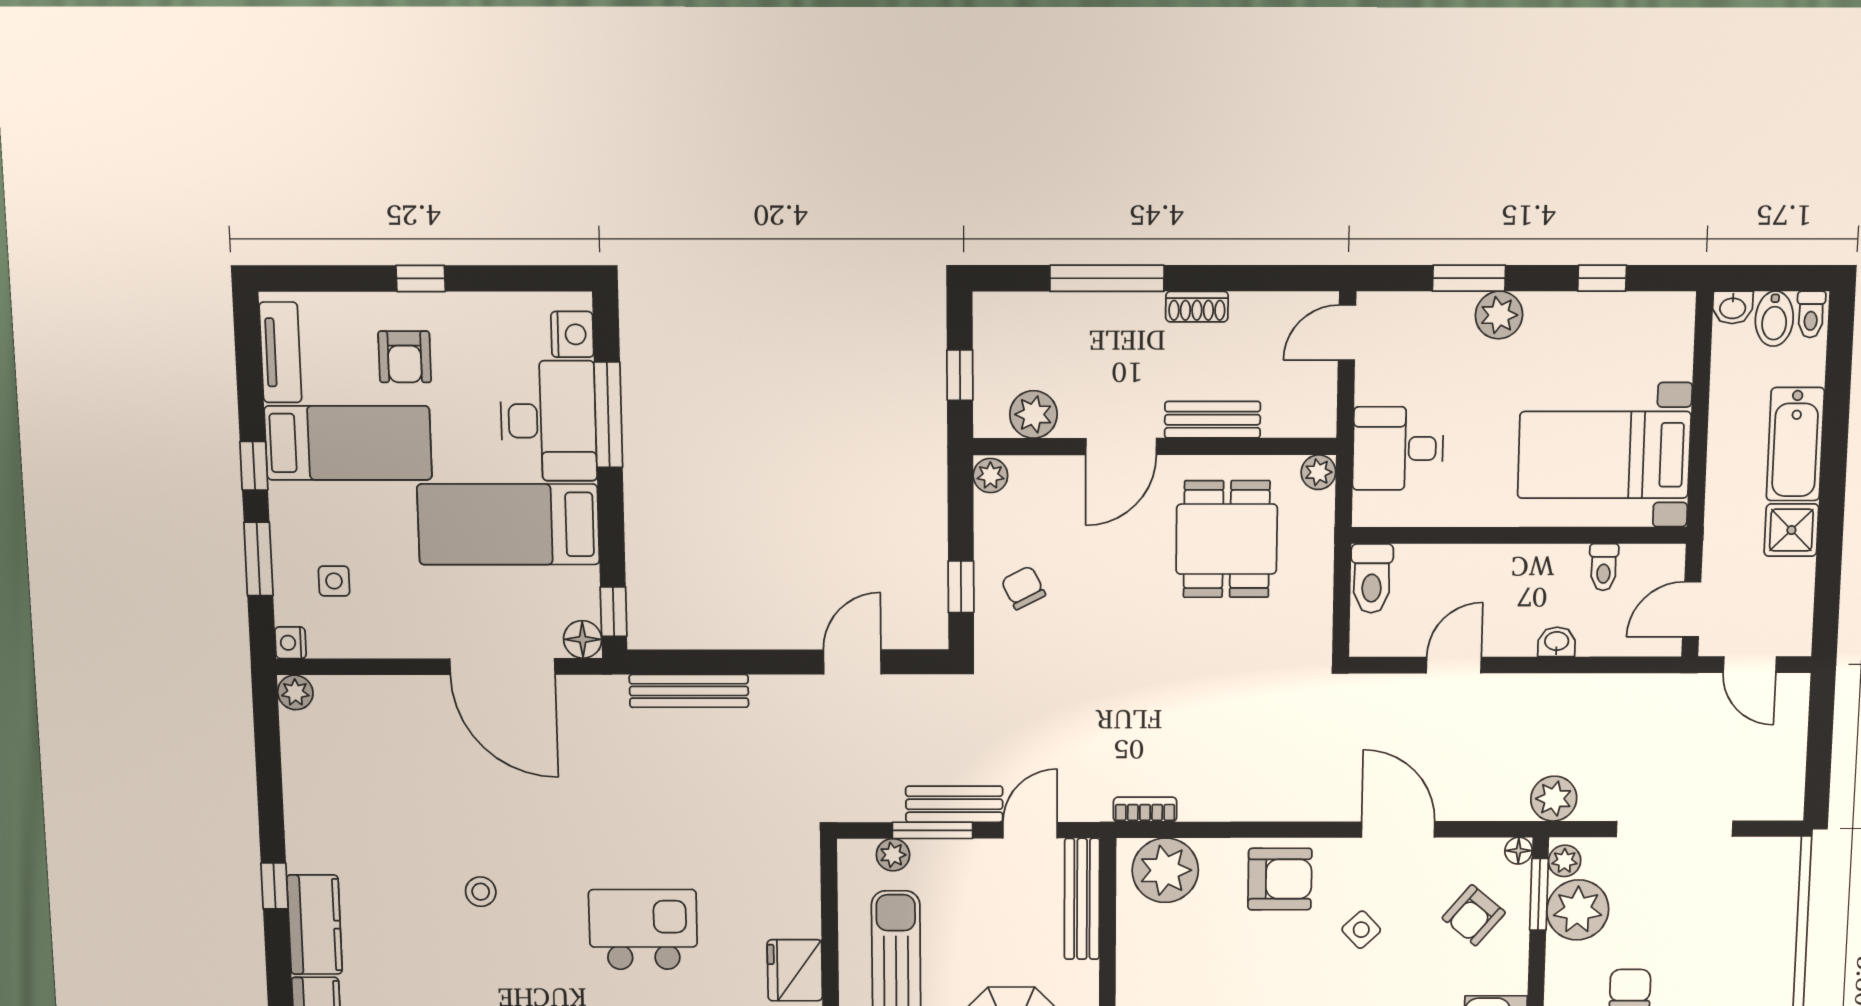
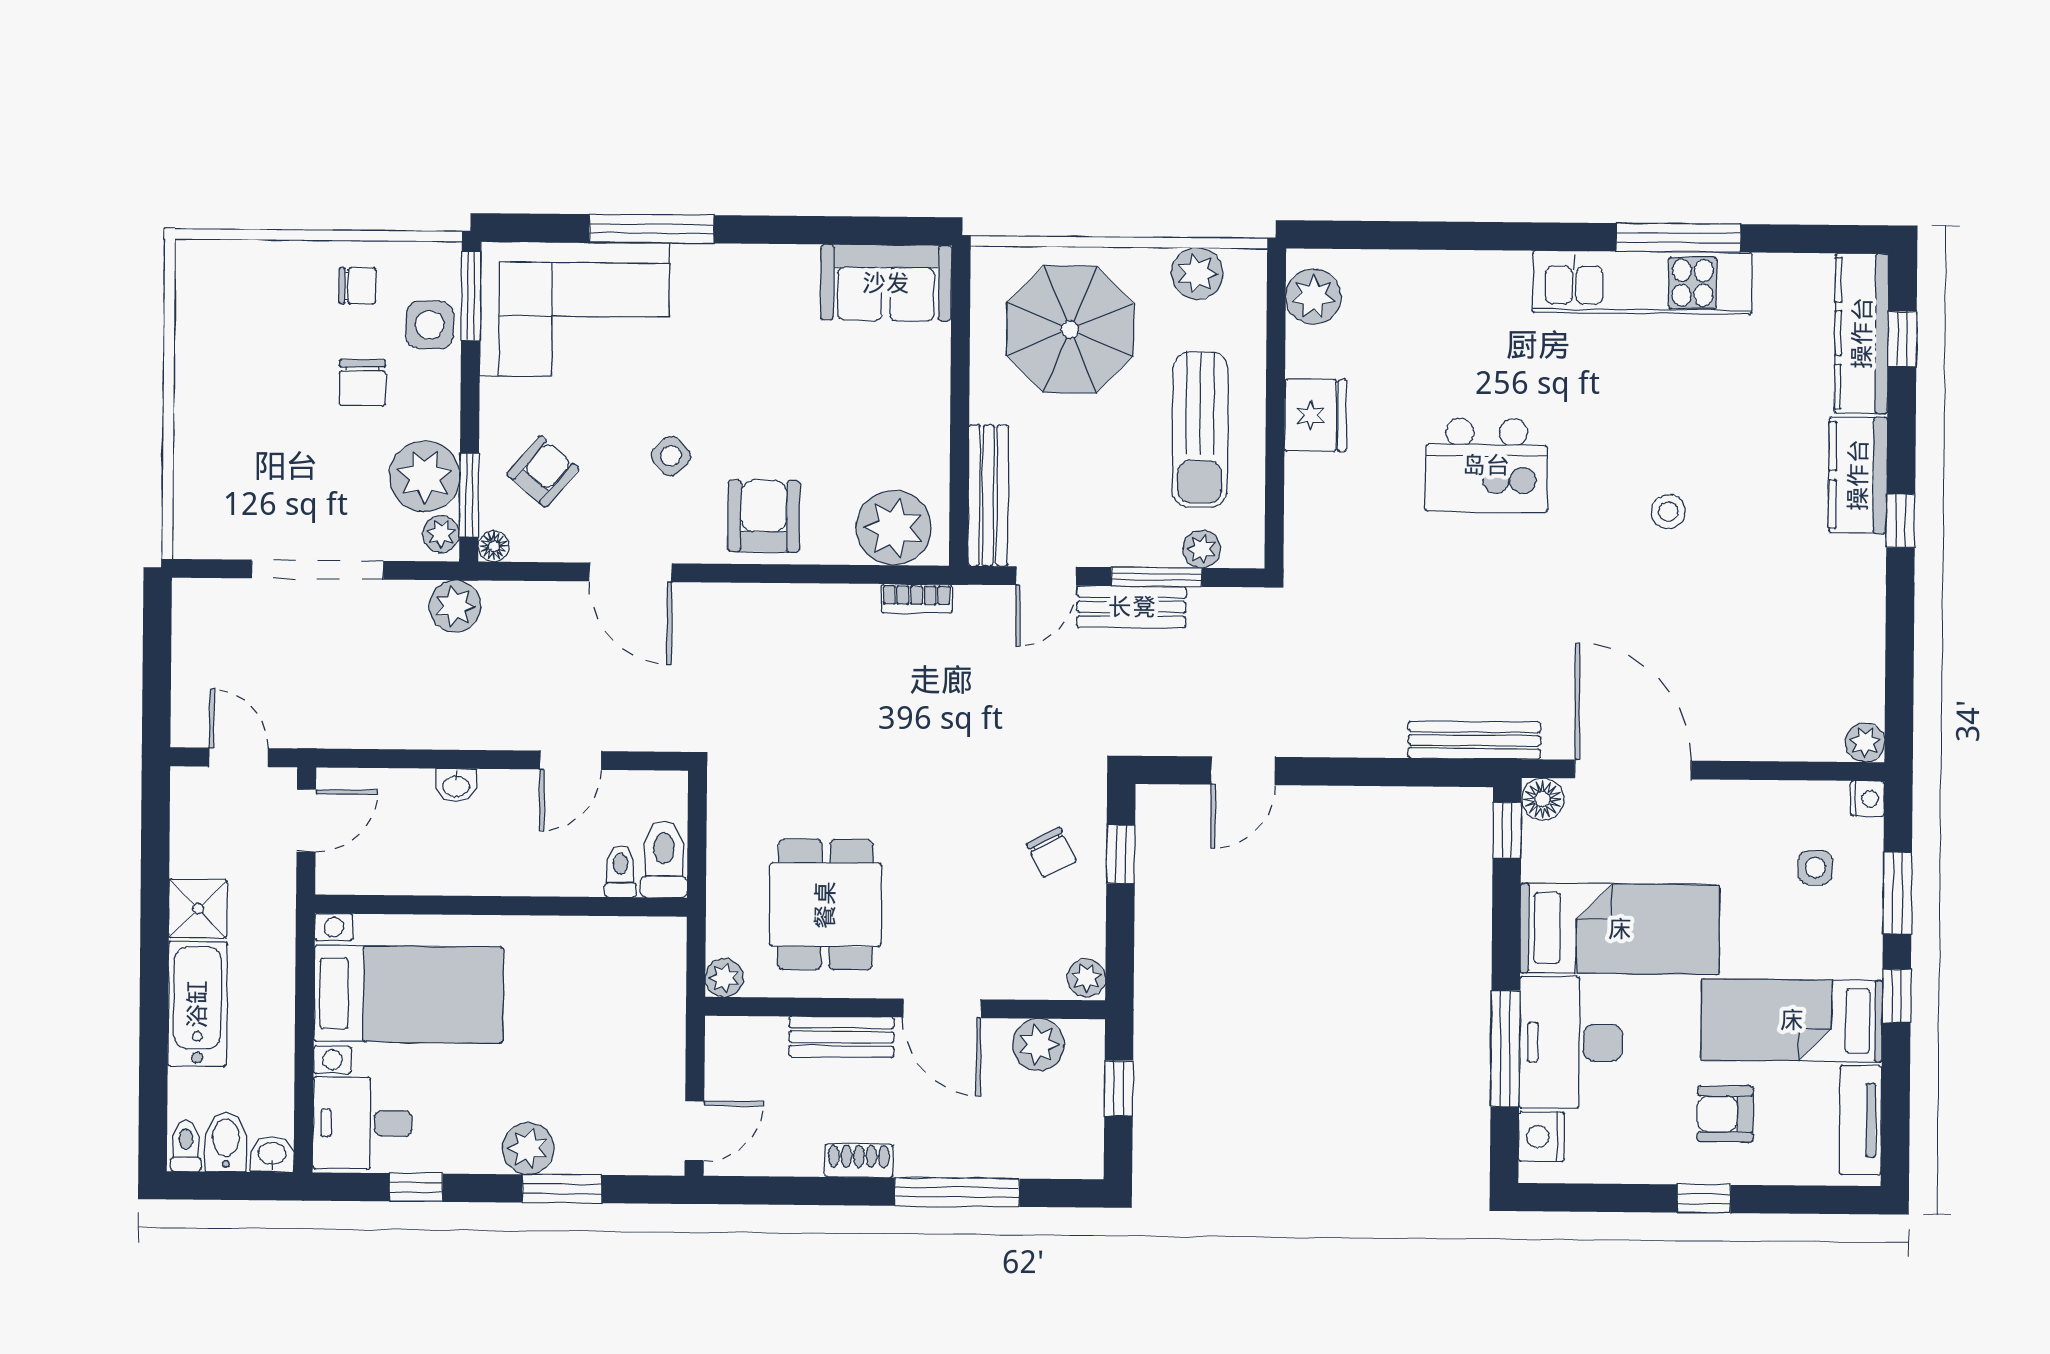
armchair: (405, 357) -> (1725, 1114), turned -90
door: (1121, 447) -> (942, 1008), swing flipped
desk: (1398, 448) -> (363, 1123), moved, turned 180
toilet: (1604, 567) -> (620, 871), moved
bench: (689, 691) -> (1474, 740), moved
armchair: (1280, 879) -> (764, 516), turned 90

